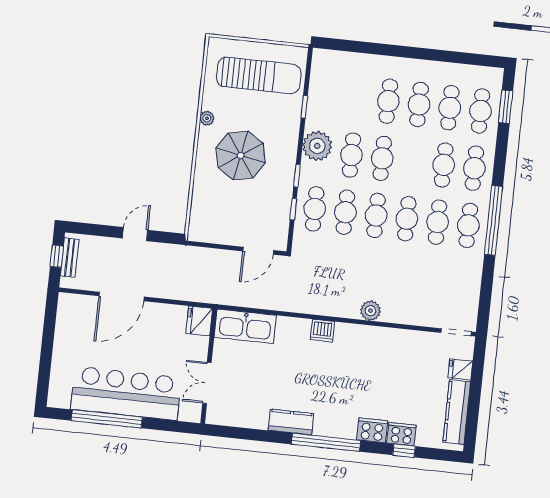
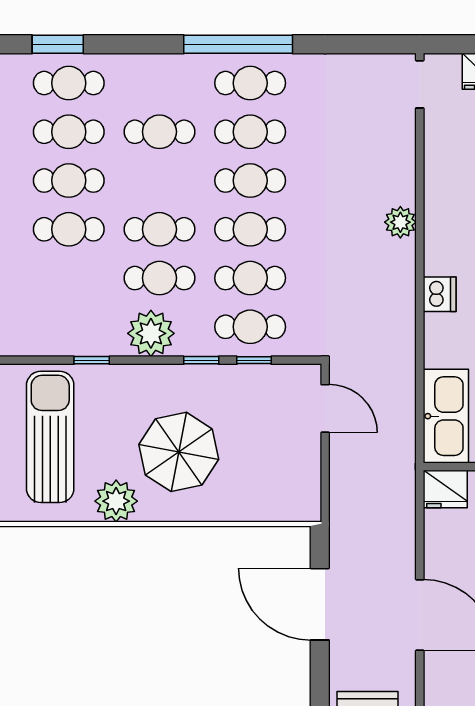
plant: (207, 118) -> (116, 501), width x1.88, depth x1.88
cafe table: (474, 168) -> (159, 83), removed
door: (135, 234) -> (320, 604), width x1.88

